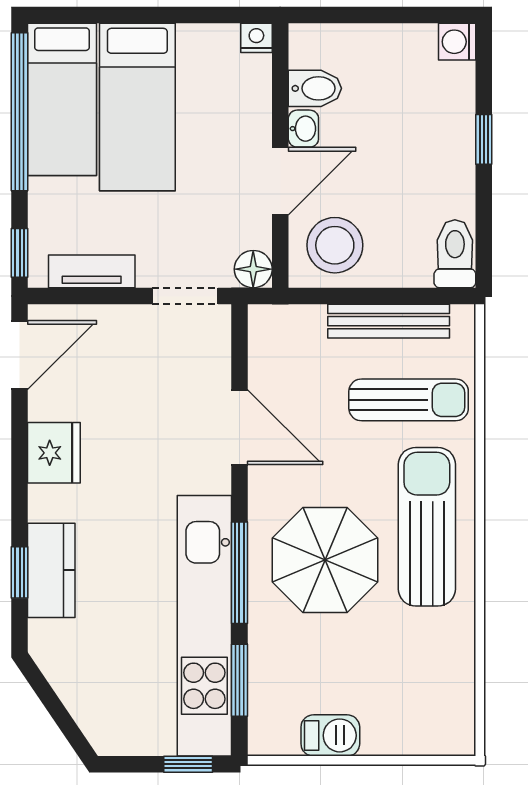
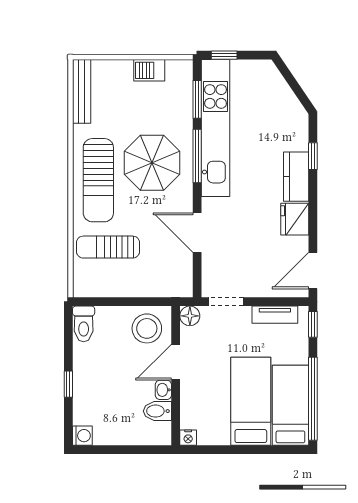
bench: (389, 321) -> (82, 91), moved, turned 90
kitchen counter: (51, 570) -> (296, 177), moved

